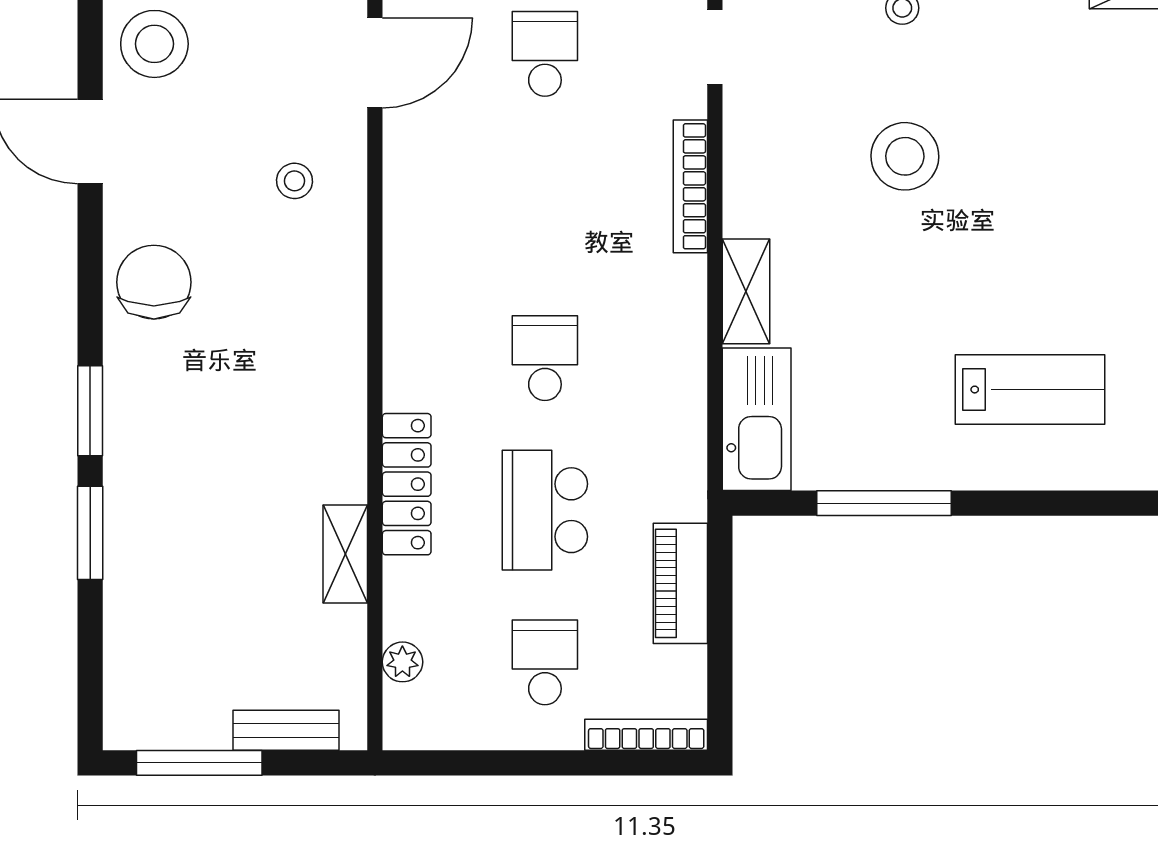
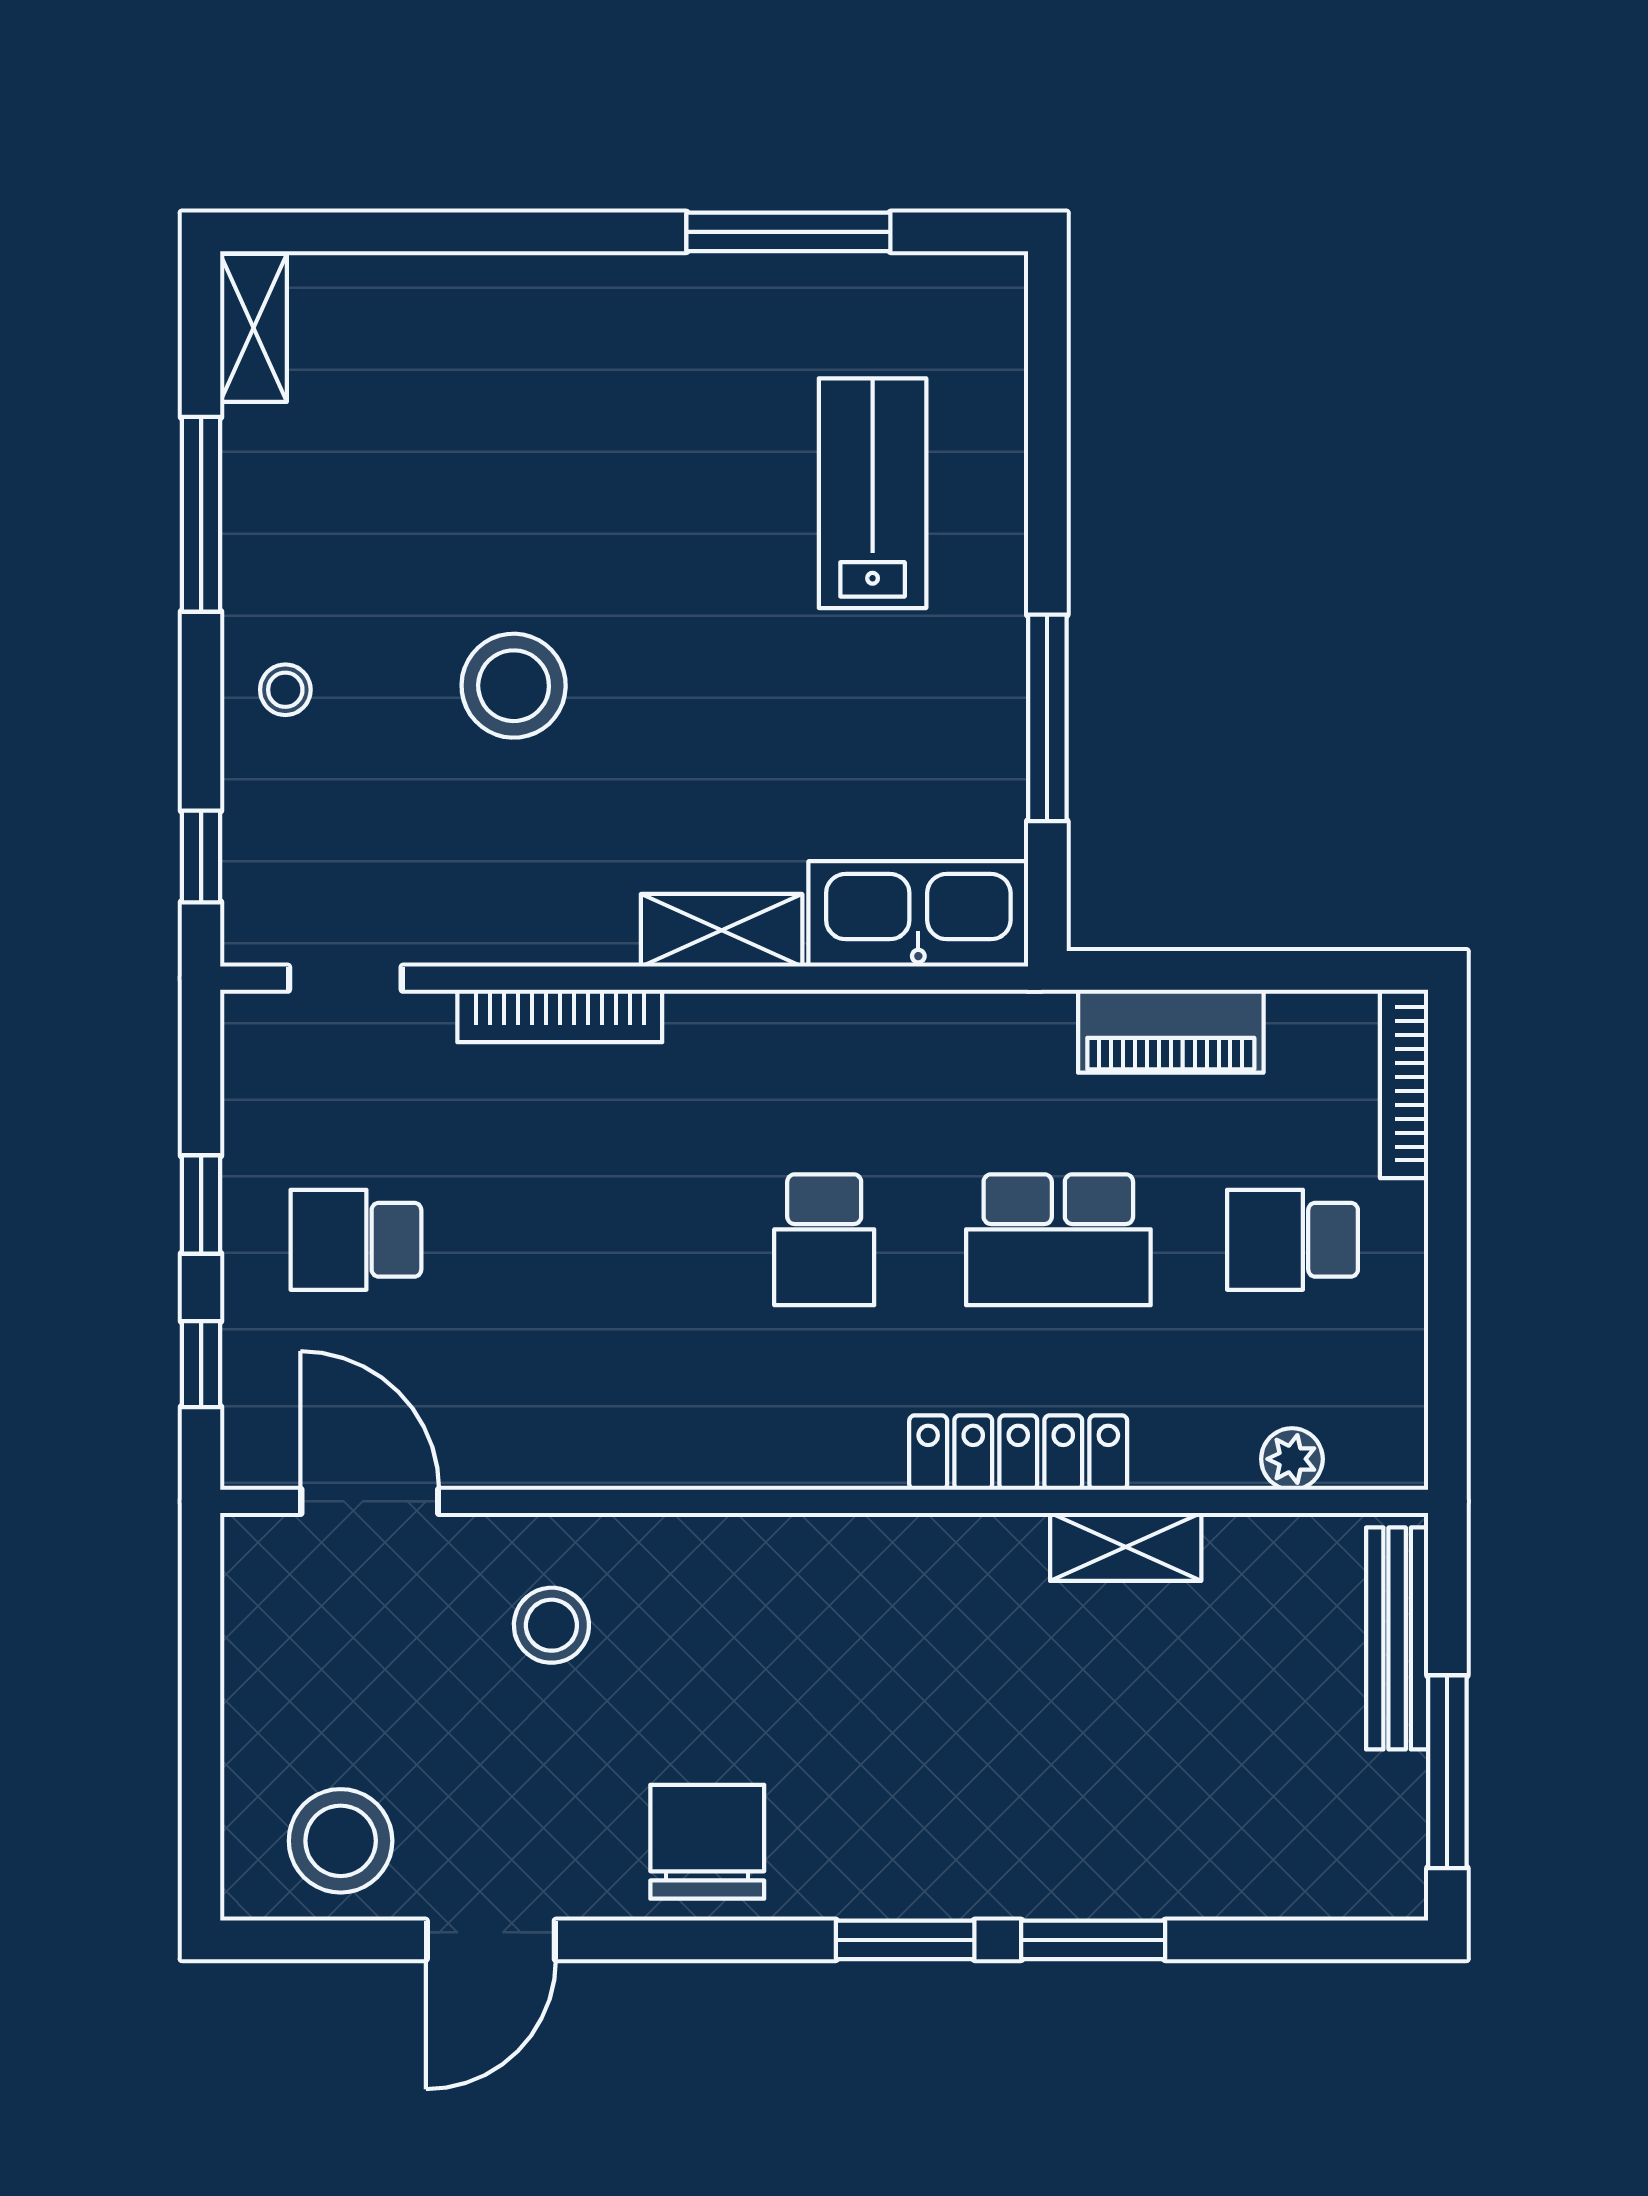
stool: (295, 181) -> (551, 1625), width x1.37, depth x1.37
chair: (154, 282) -> (707, 1842), turned 90
school desk: (545, 358) -> (824, 1240), turned -90
bench: (286, 730) -> (1397, 1638), width x1.36

